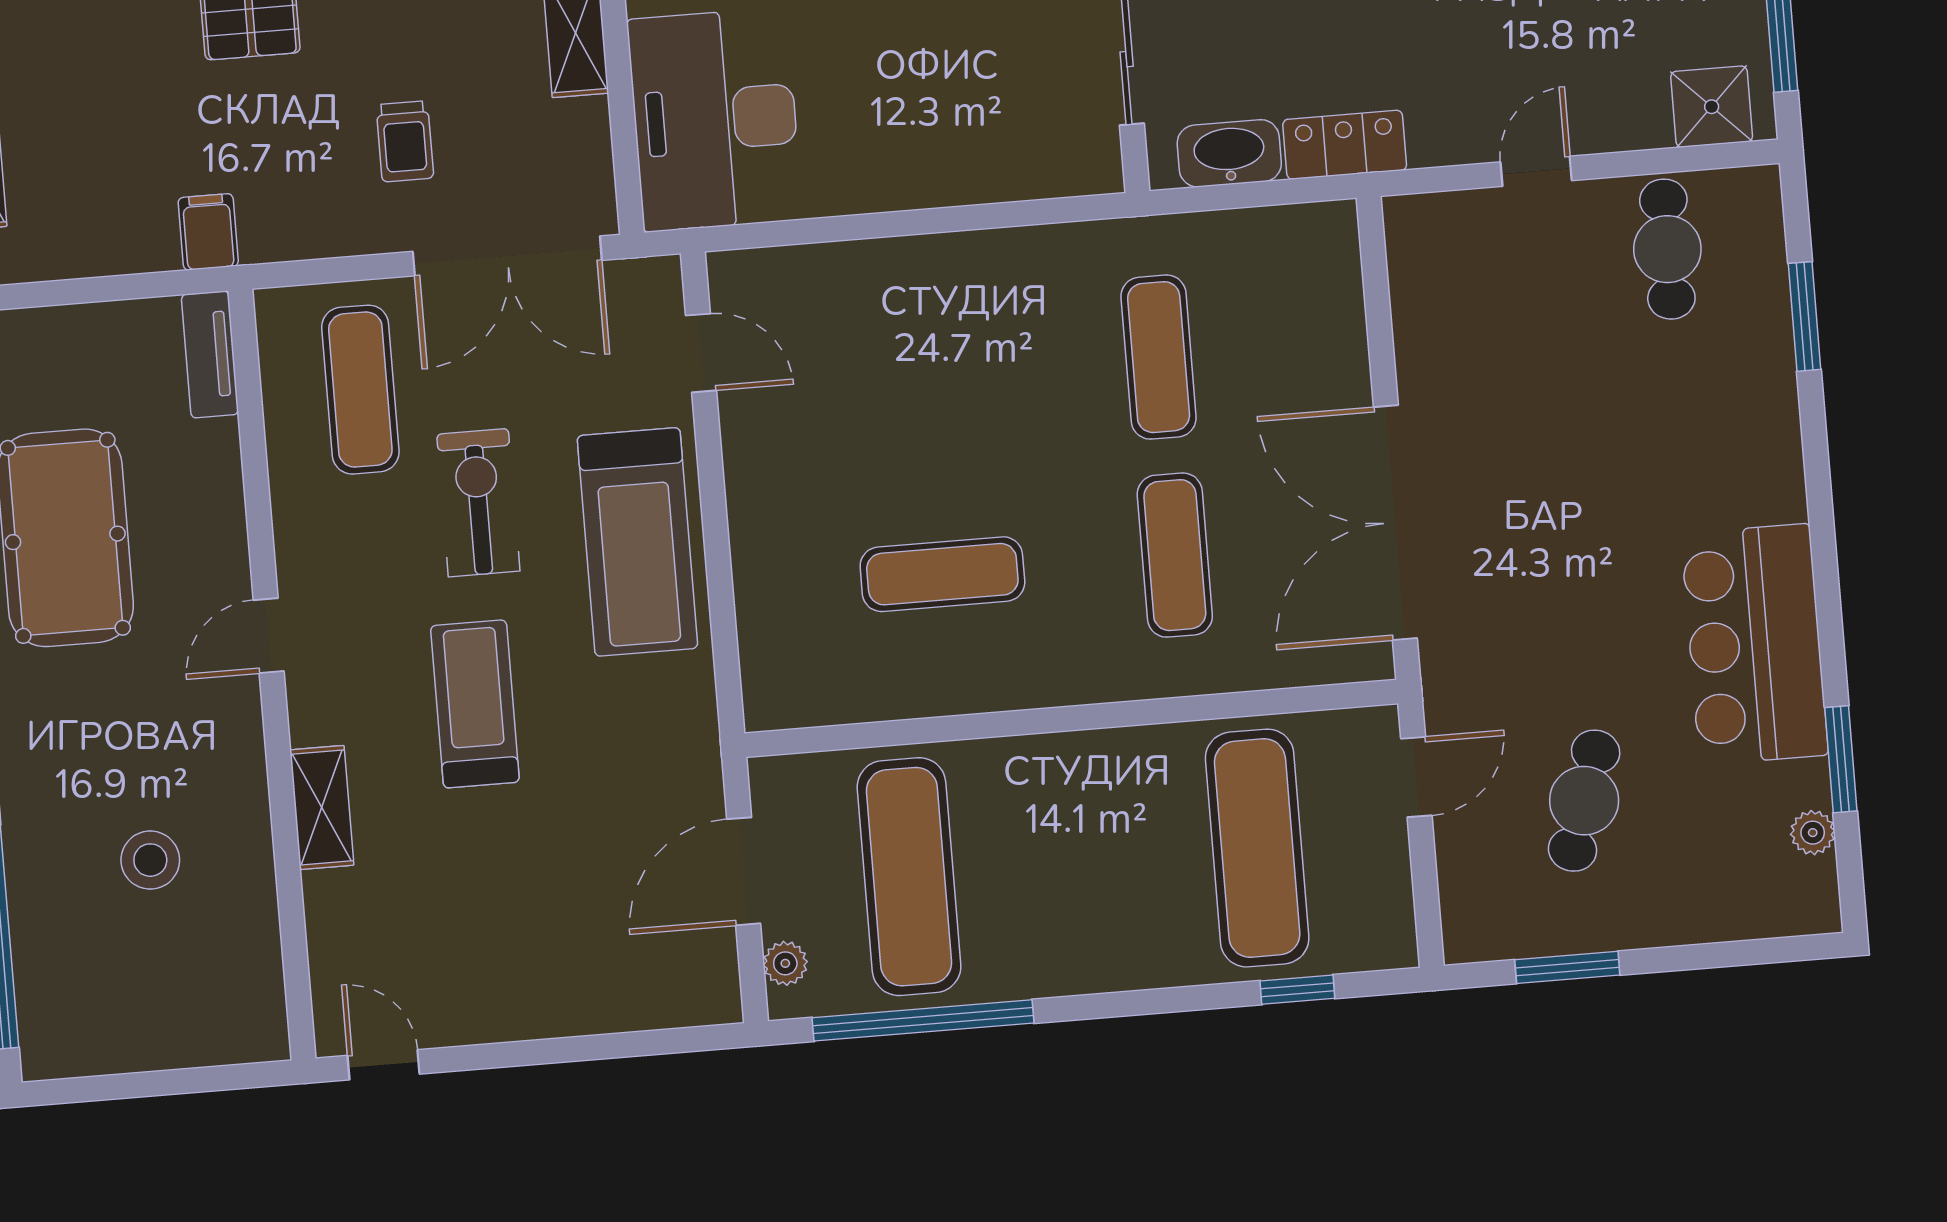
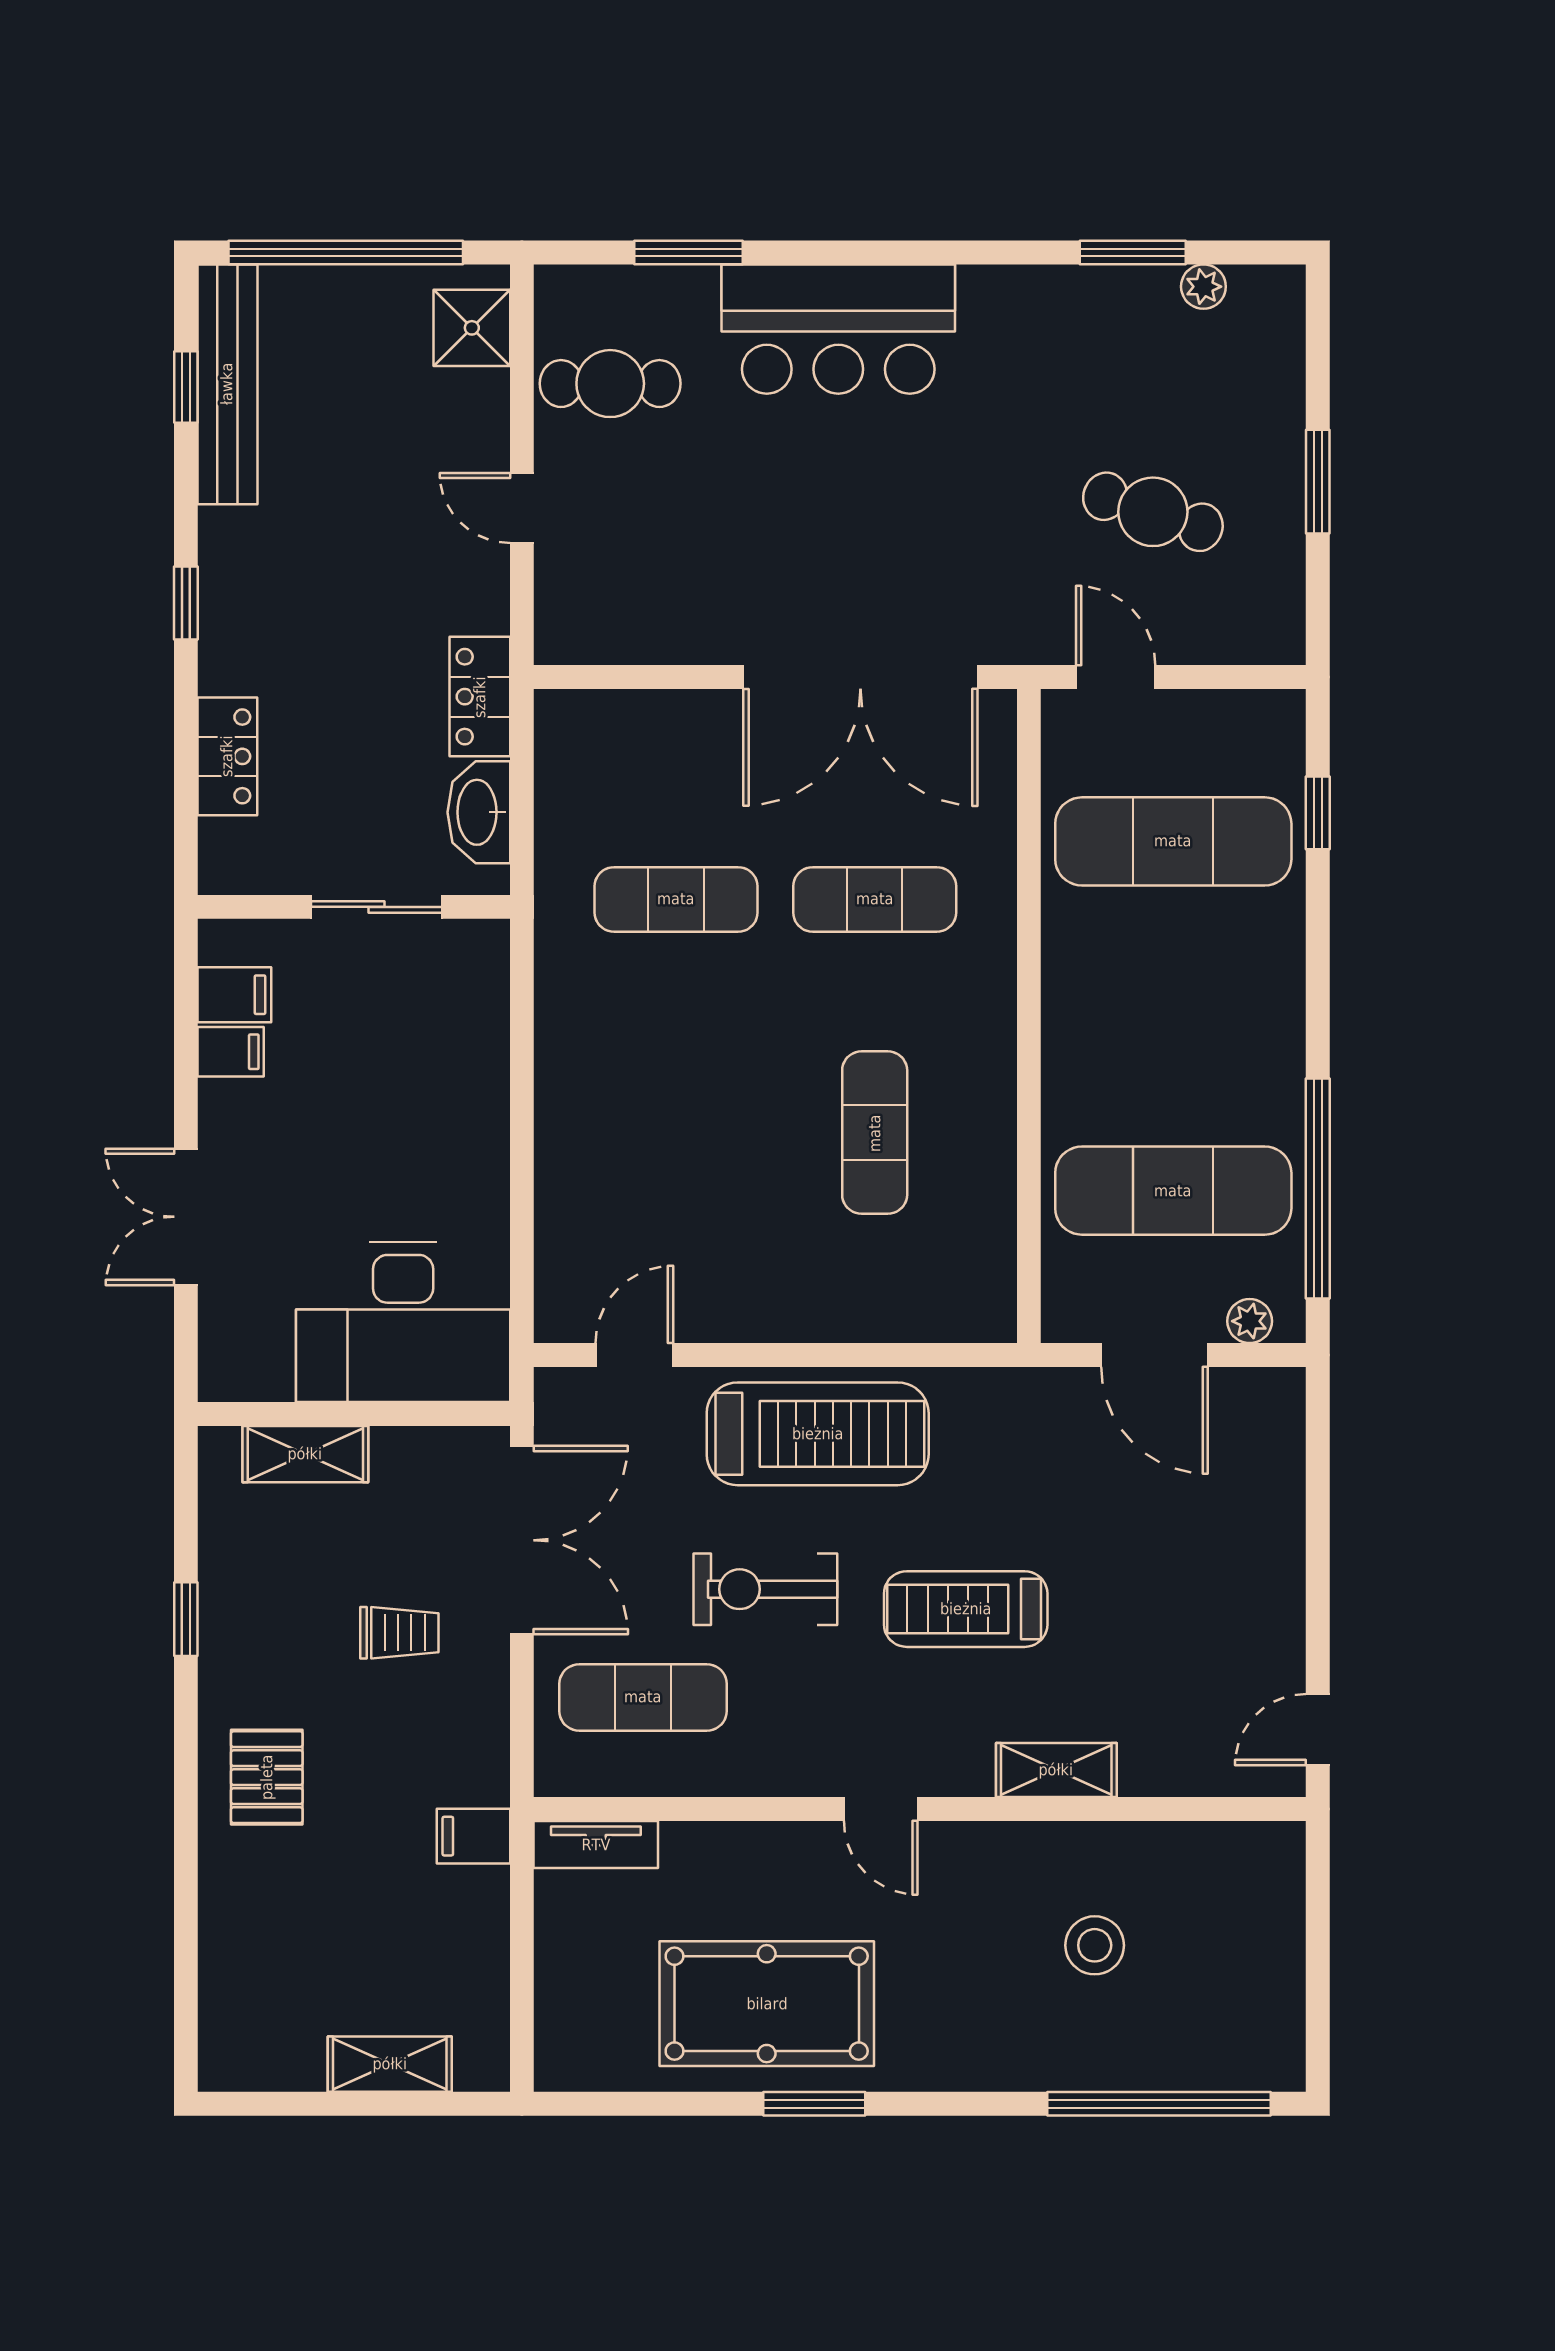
bar counter: (1755, 644) -> (838, 329), moved
window: (1567, 967) -> (1318, 482), moved

